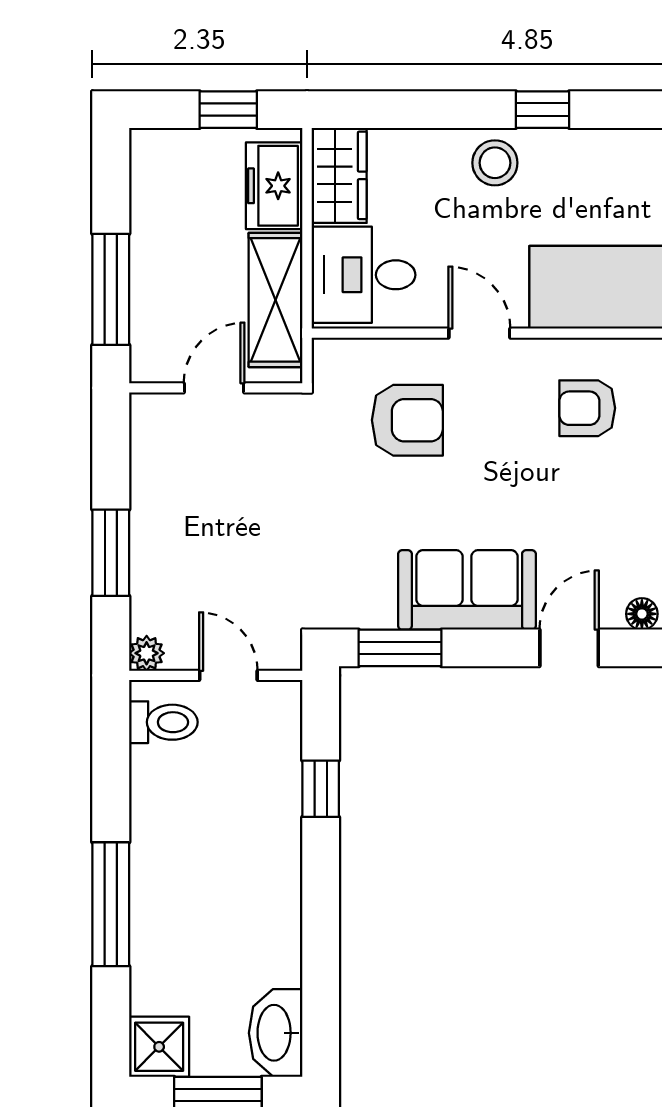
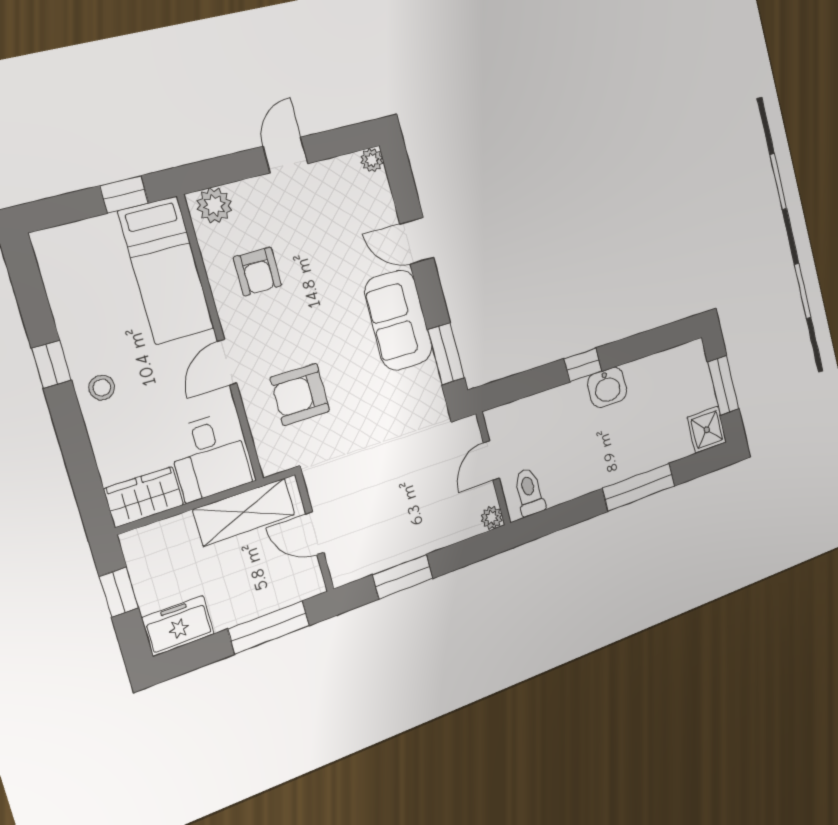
stool: (495, 163) -> (102, 388), width x0.73, depth x0.73
freezer: (274, 186) -> (178, 626), moved, turned 180
armchair: (407, 420) -> (300, 394), turned -90
window: (111, 553) -> (403, 577), moved
floor lamp: (642, 614) -> (383, 197), removed
window: (321, 789) -> (583, 365), moved
washbasin: (276, 1033) -> (607, 387), moved, width x0.72

